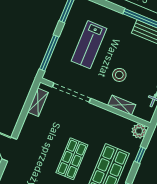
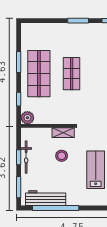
shelving: (122, 105) -> (63, 133), moved

